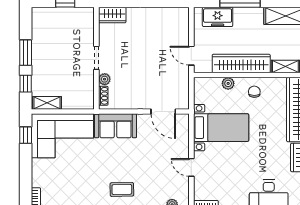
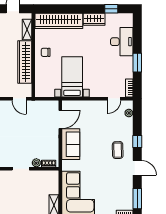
door: (191, 56) -> (19, 99), hinge flipped
plant: (228, 83) -> (39, 72), removed
sofa: (116, 126) -> (71, 144), moved
door: (191, 167) -> (114, 99), moved

